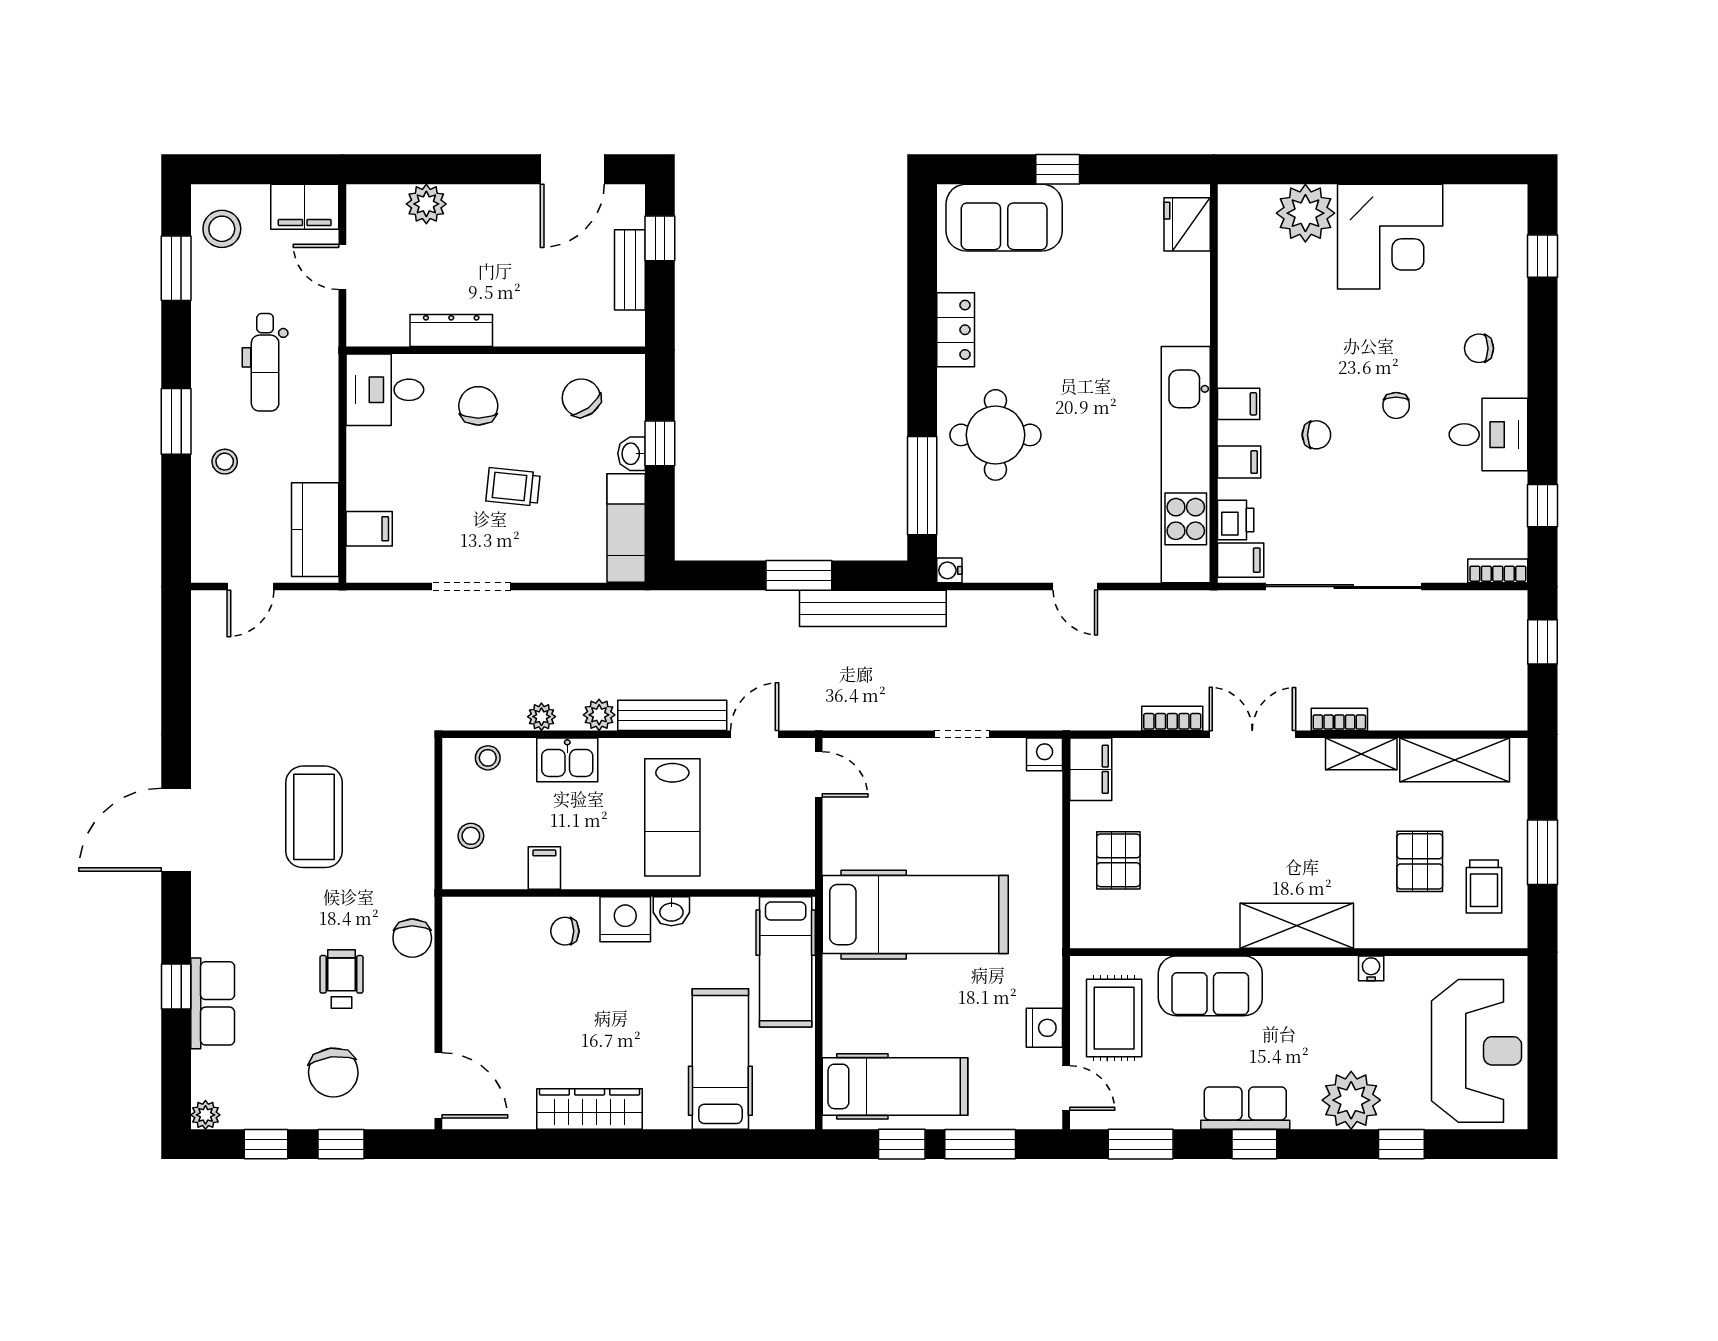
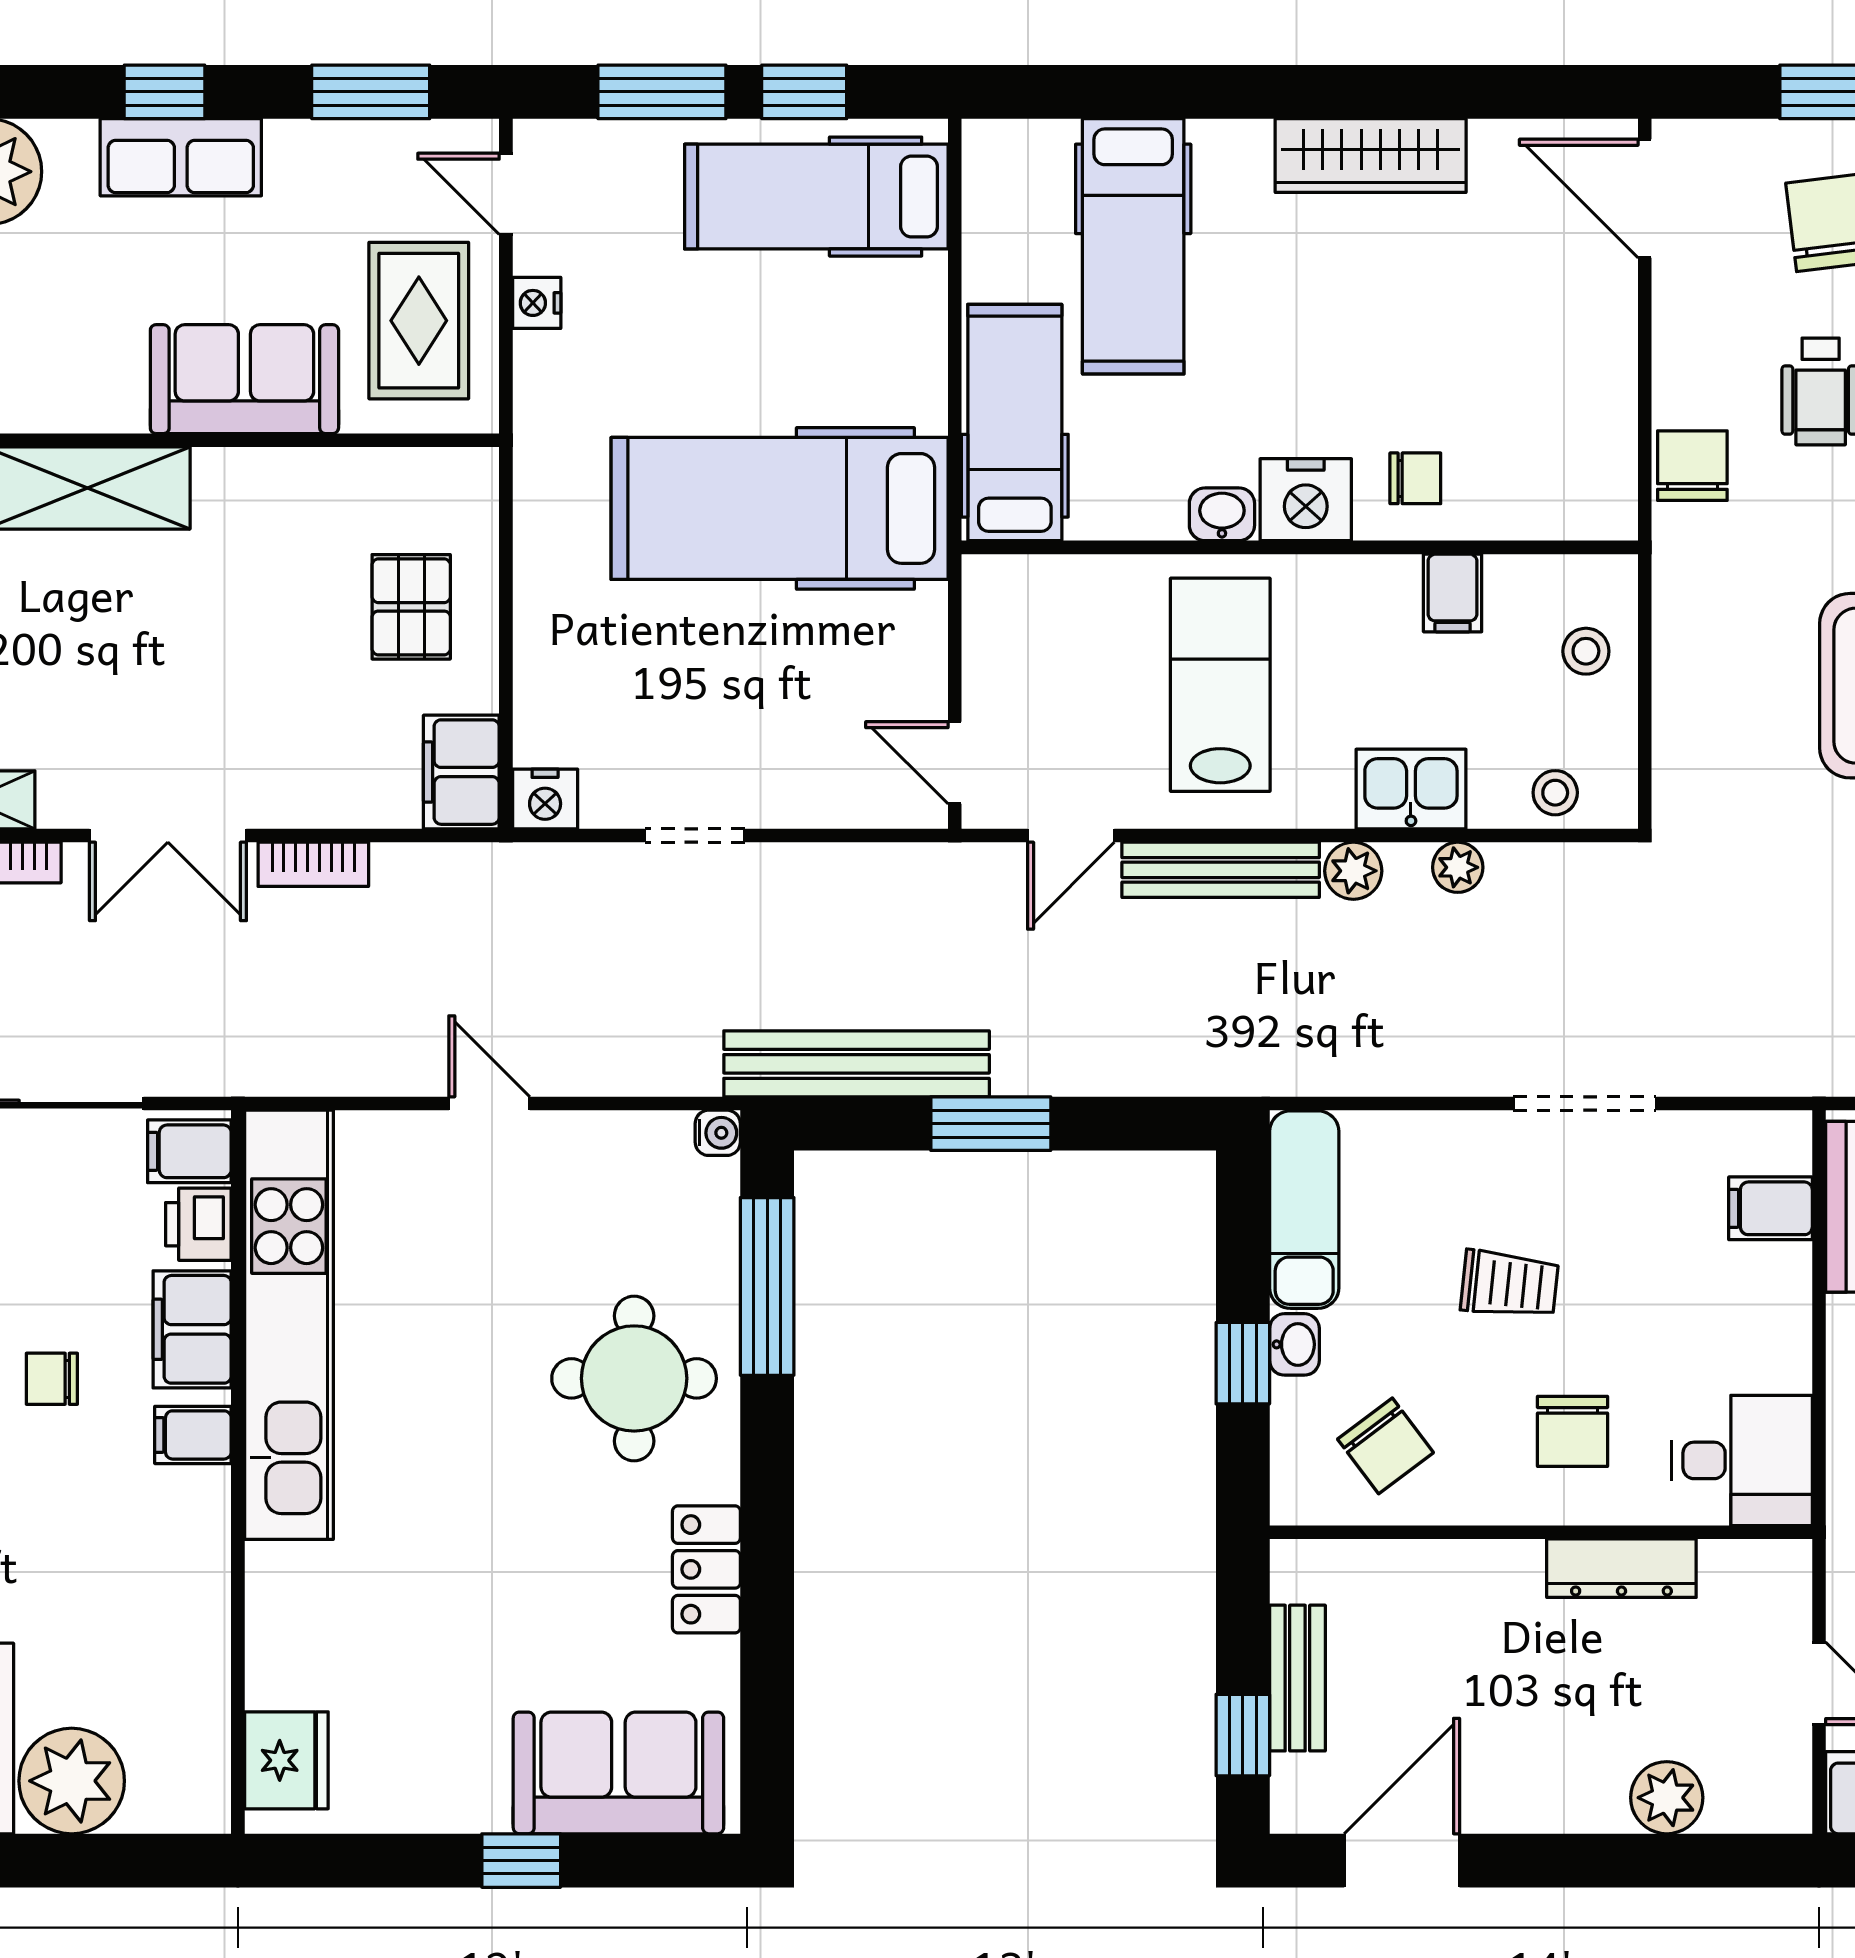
filing cabinet: (1239, 462) -> (192, 1329), width x2.00
nightstand: (1044, 1028) -> (537, 303), width x0.72, depth x0.74

